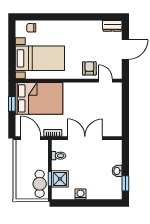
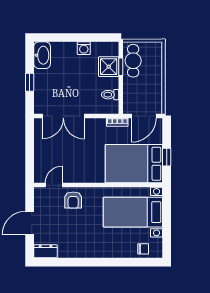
door: (105, 81) -> (54, 185), swing flipped
door: (31, 138) -> (144, 116), hinge flipped
double door: (85, 138) -> (63, 116), moved
washbasin: (117, 171) -> (42, 55), moved, width x1.91, depth x1.45
window: (125, 183) -> (30, 82), moved

